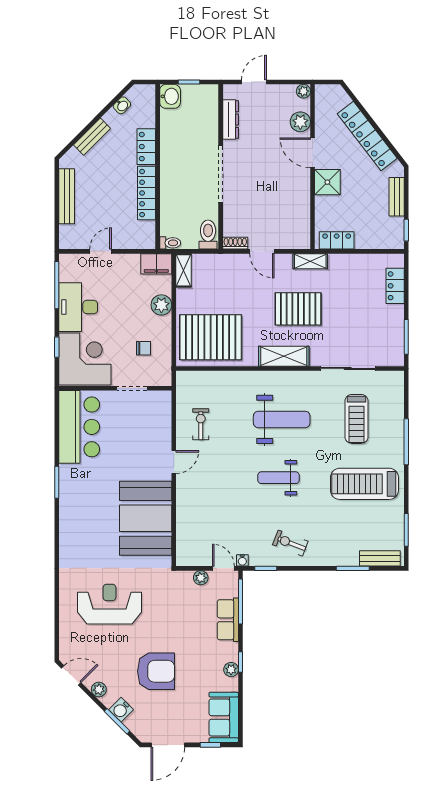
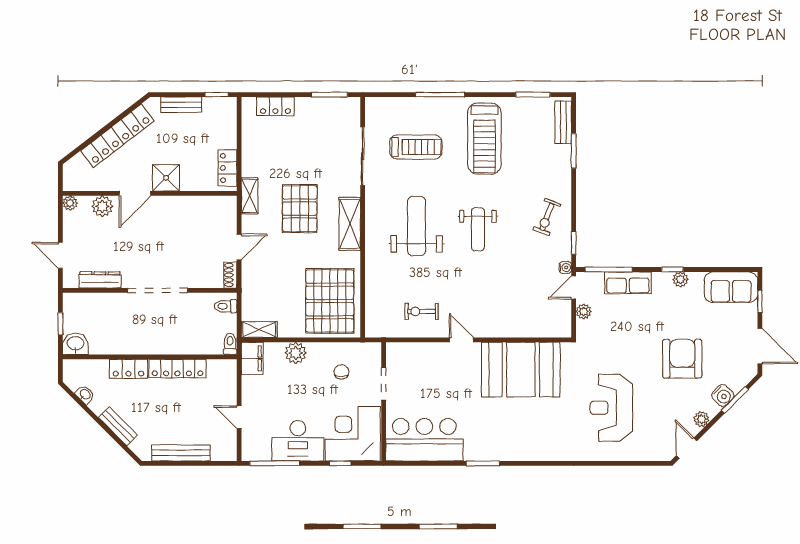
toilet: (208, 235) -> (226, 306), width x0.73, depth x0.72

